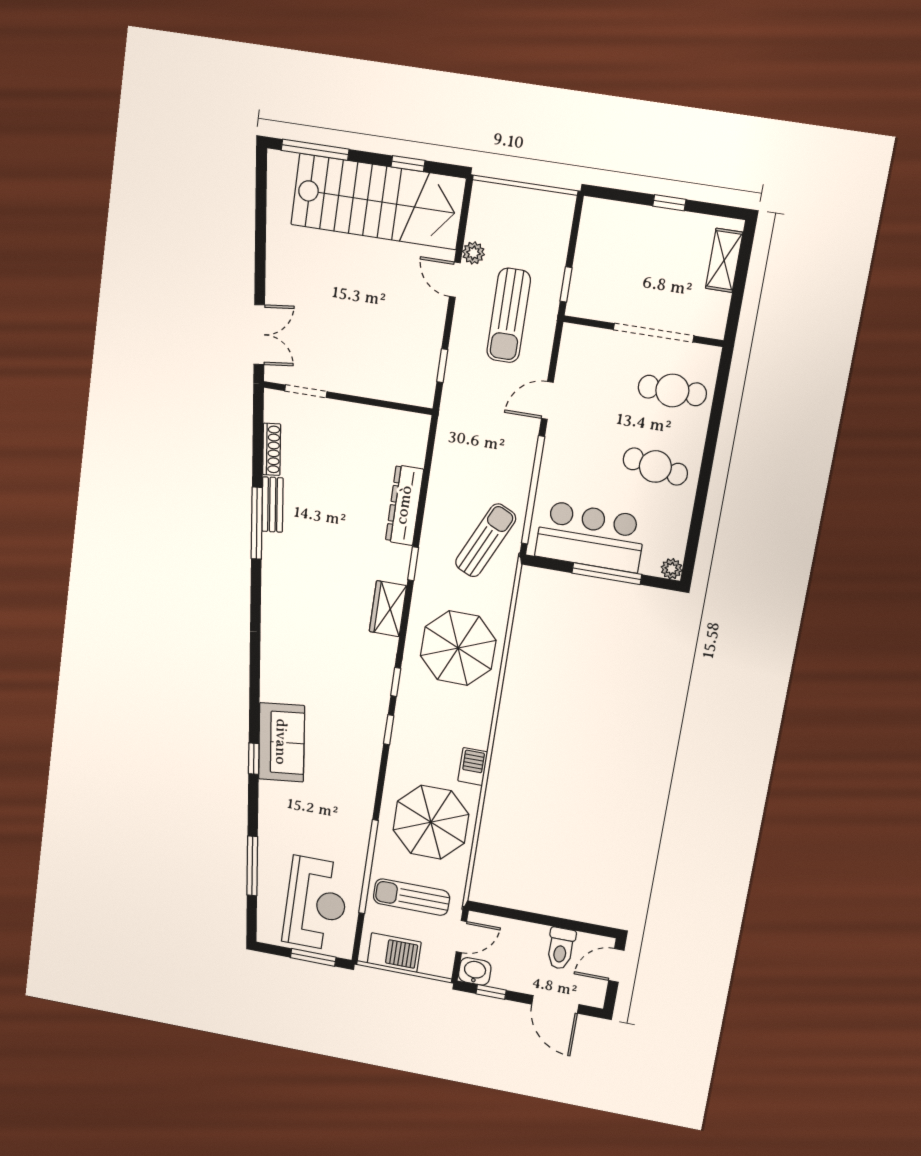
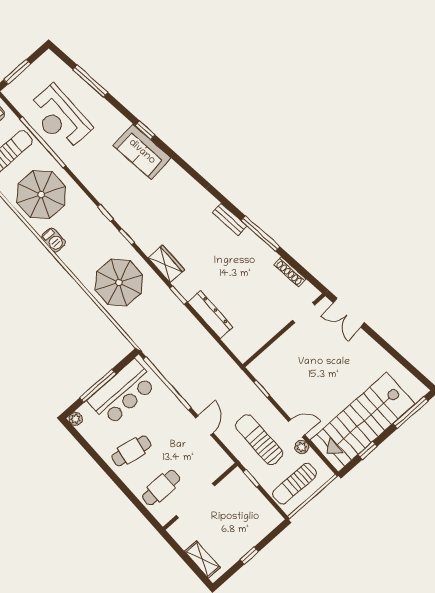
bench: (273, 505) -> (230, 219), moved
sun lounger: (486, 540) -> (295, 484), moved, turned 65
reception desk: (316, 903) -> (59, 118), moved

